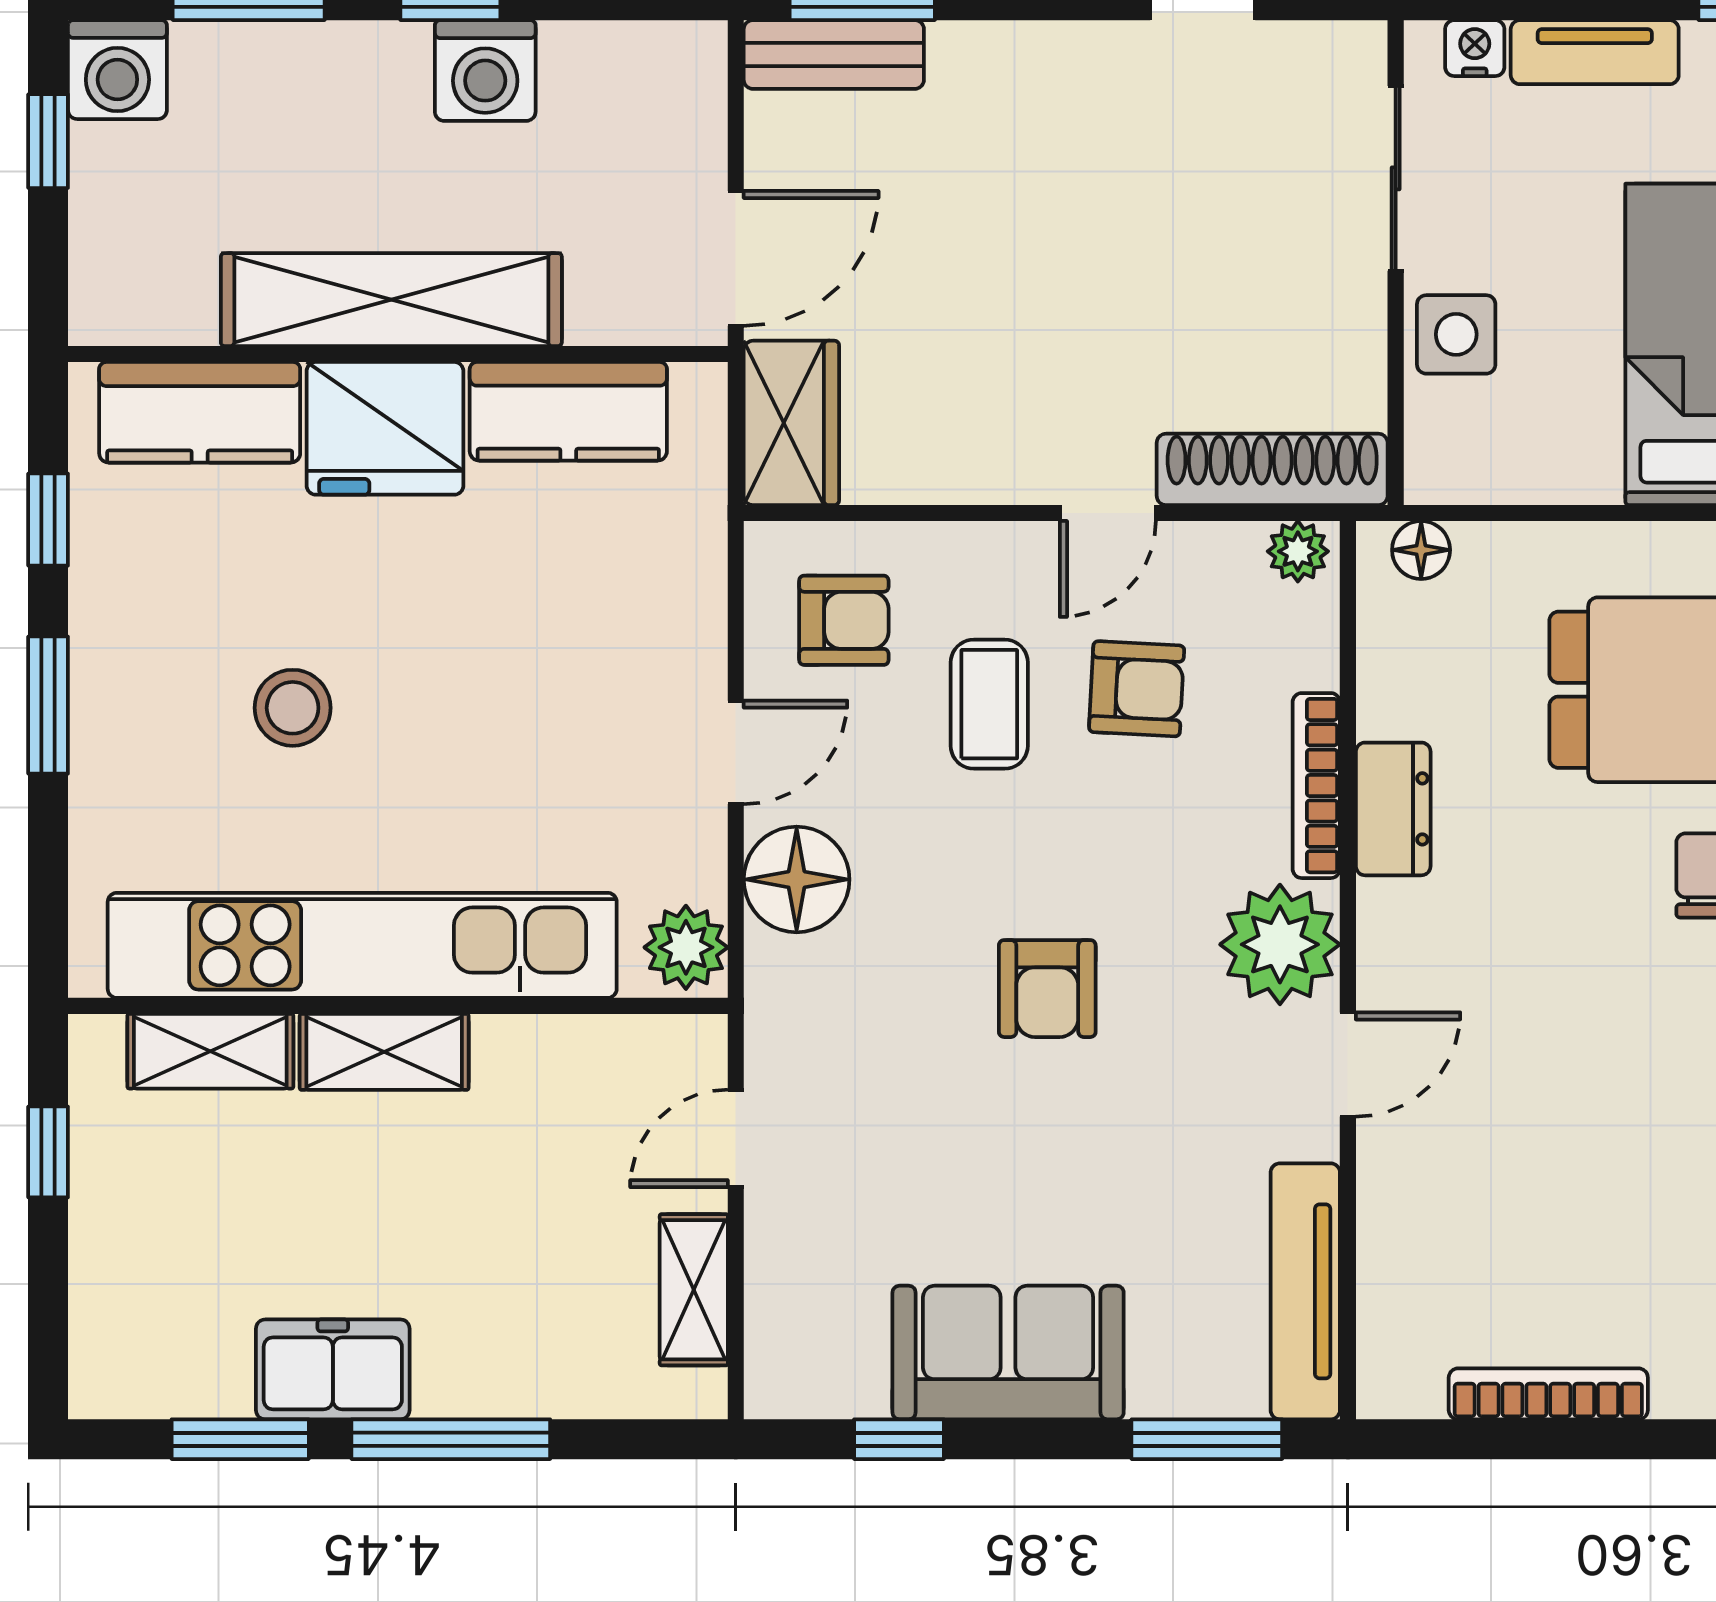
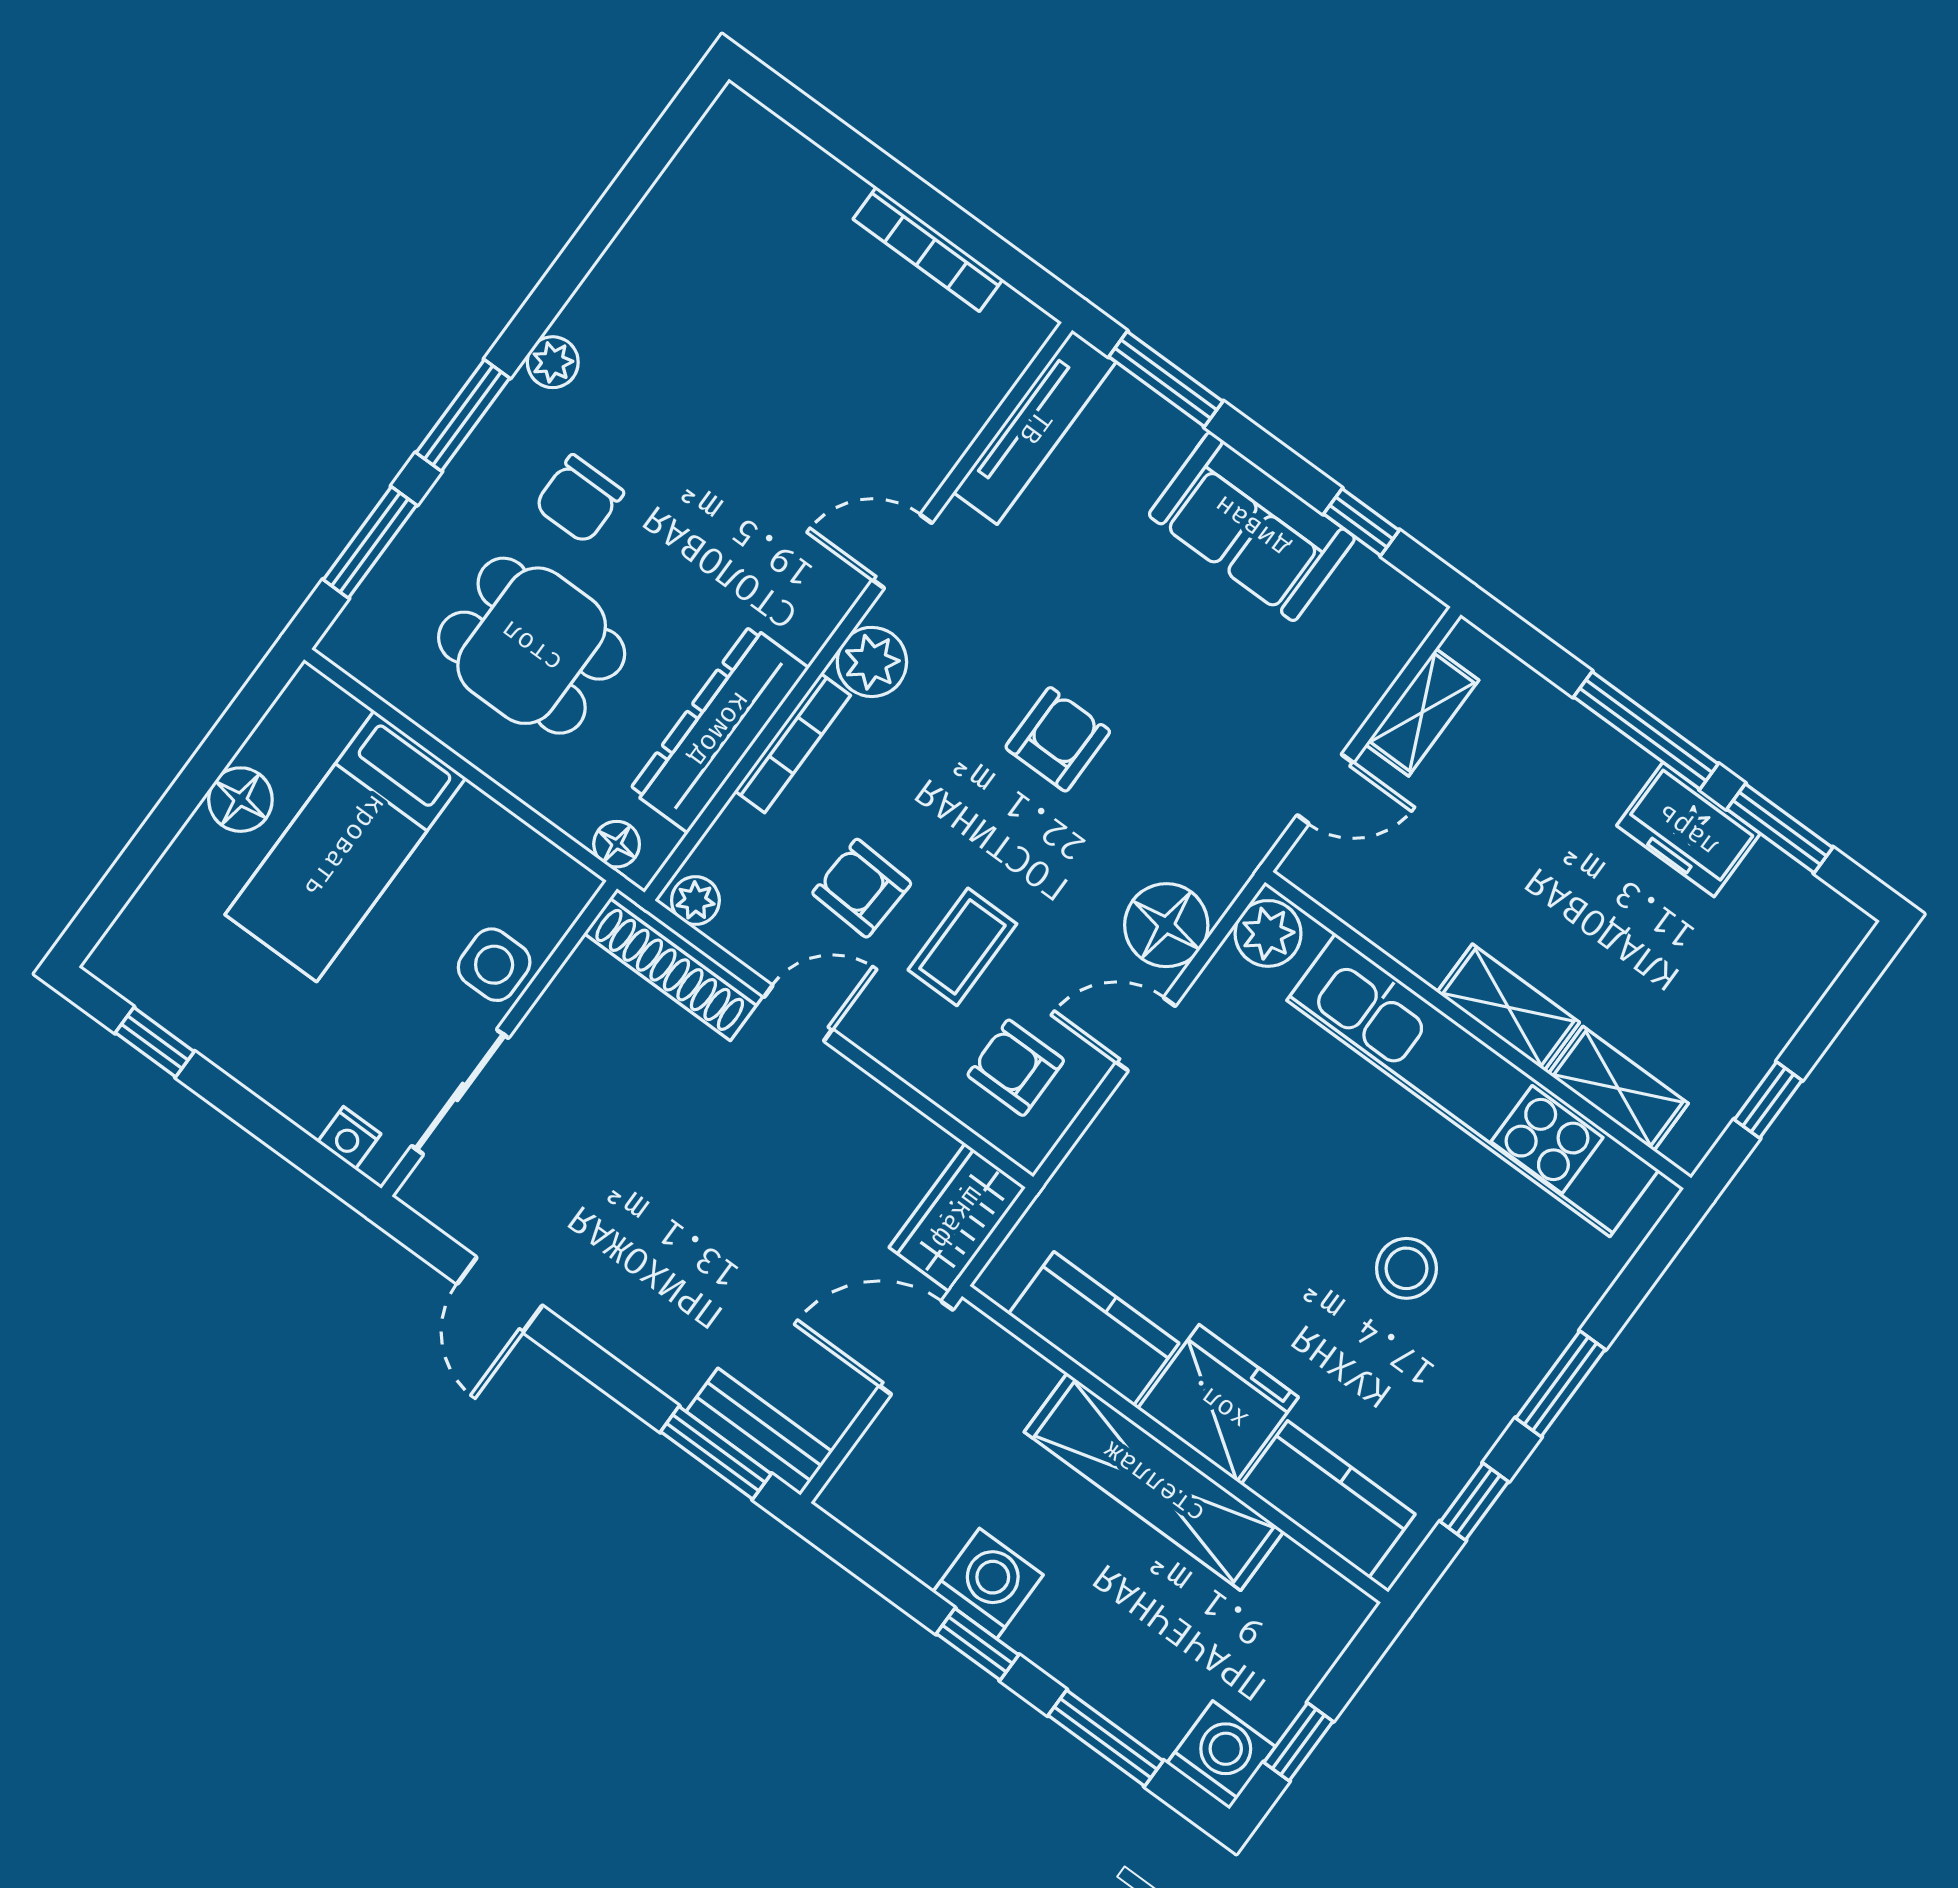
tv unit: (1595, 52) -> (275, 1080), removed
dresser: (1393, 809) -> (719, 729), width x1.96, depth x1.24
plant: (1280, 944) -> (872, 662), width x0.73, depth x0.73

